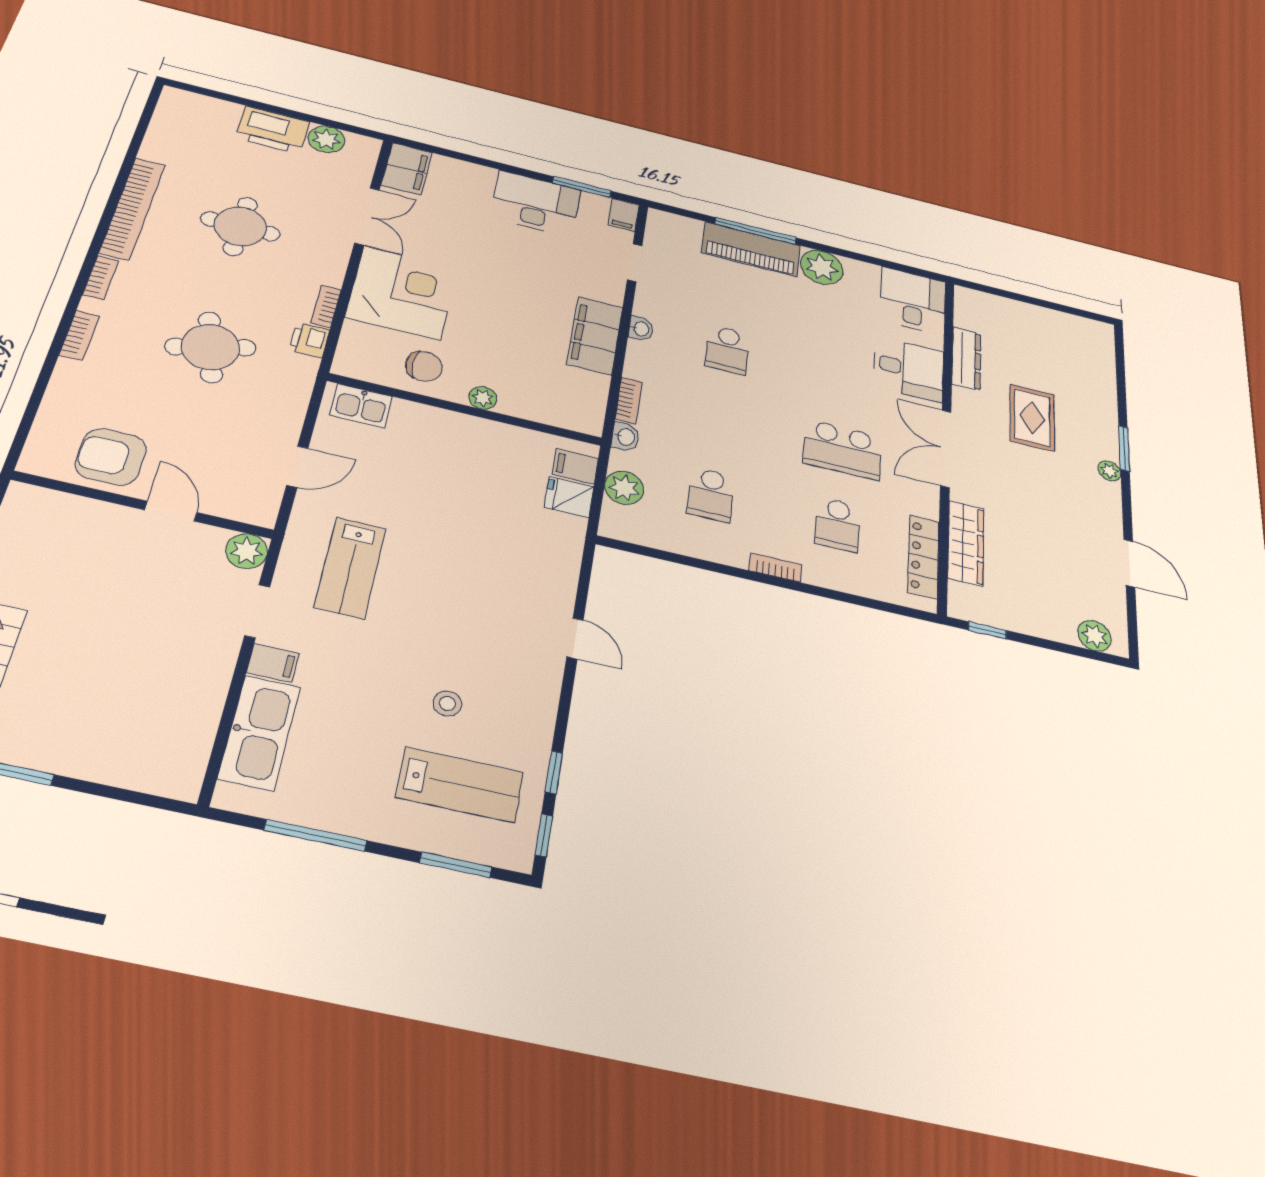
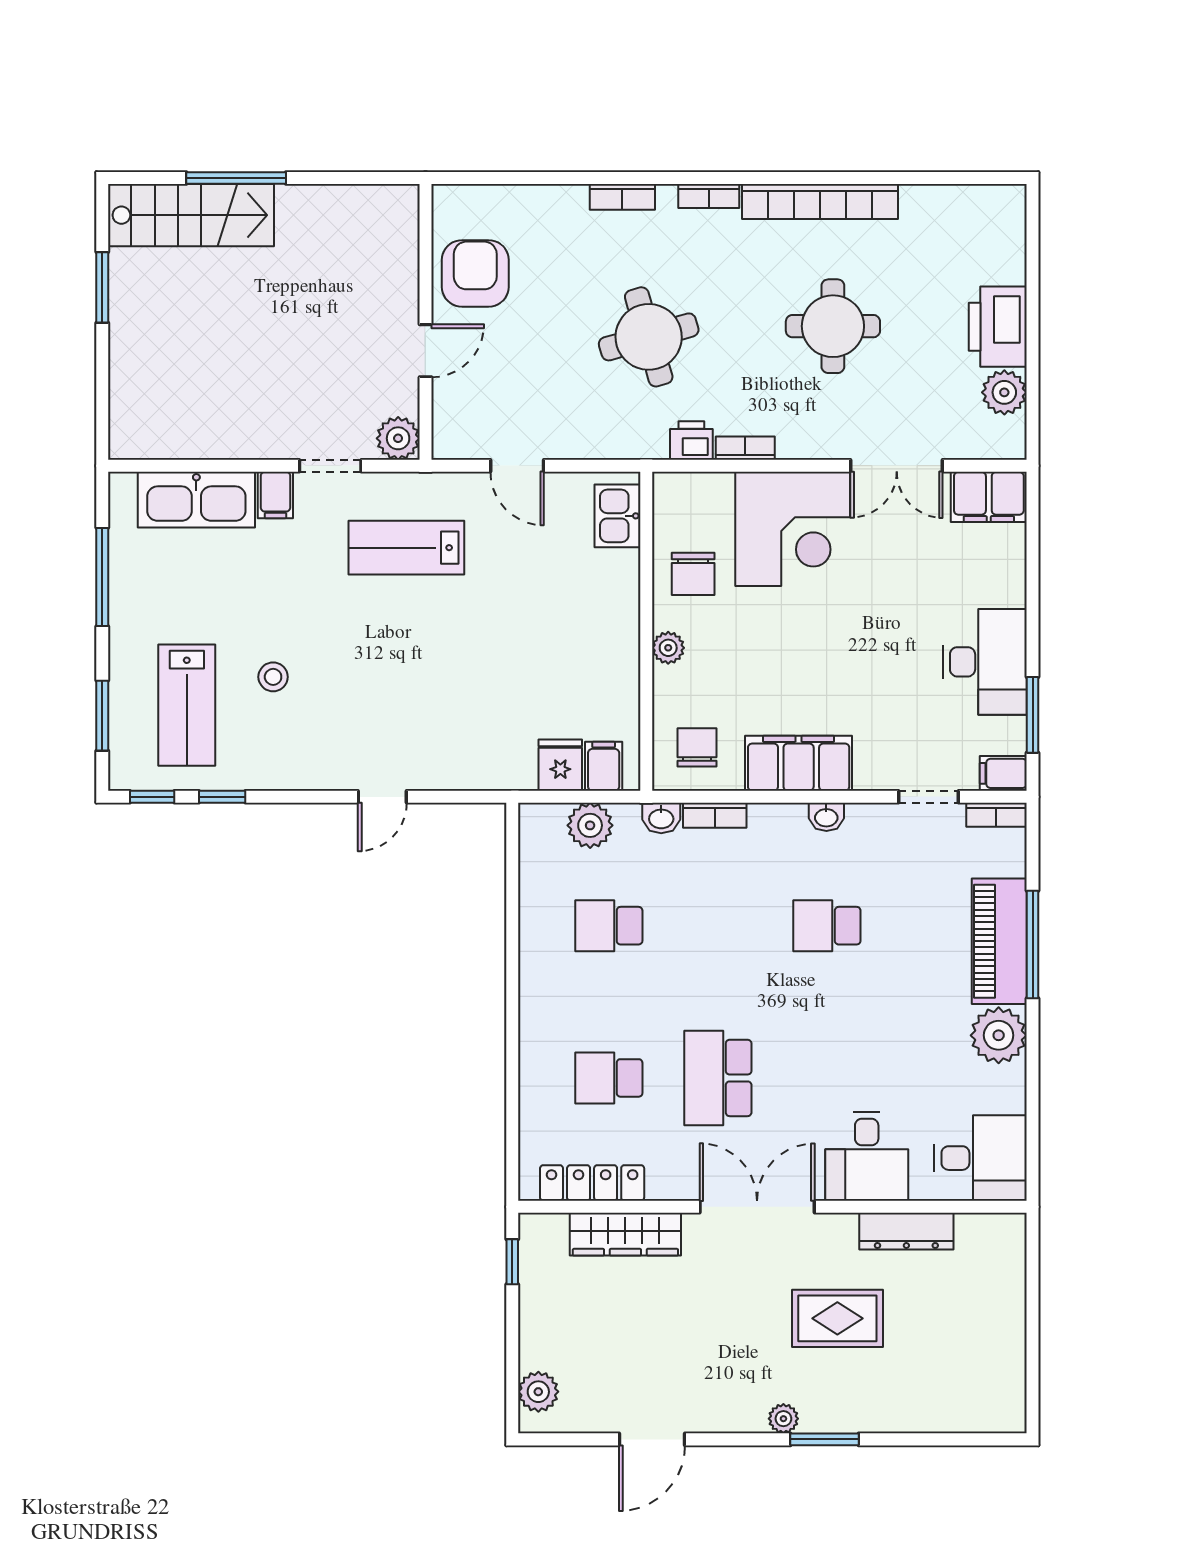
chair: (570, 399) -> (697, 747), added
bookcase: (775, 568) -> (996, 815), moved, turned 90

